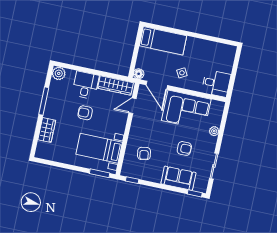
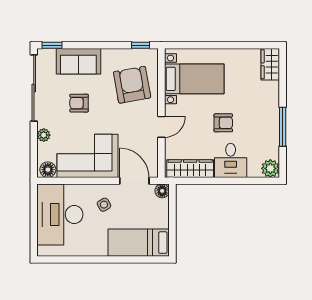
desk: (216, 83) -> (60, 215), width x1.87, depth x1.30
door: (132, 106) -> (161, 127), moved
floor lamp: (216, 106) -> (48, 170), added
wardrobe: (47, 130) -> (270, 64), moved
armchair: (144, 153) -> (132, 85), width x1.88, depth x1.88
sliding door: (214, 166) -> (34, 88), width x1.86
window: (100, 173) -> (186, 45), removed

